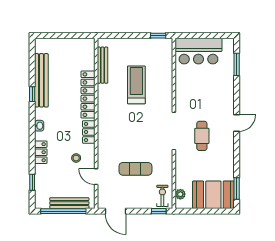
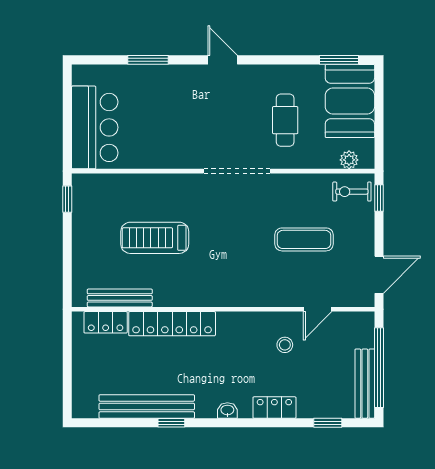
window: (237, 64) -> (148, 60), moved
locker: (89, 132) -> (106, 322), moved
cafe table: (202, 136) -> (285, 120), moved, turned 90
exercise mat: (135, 169) -> (304, 239), turned 90
bench: (69, 203) -> (365, 384), moved

